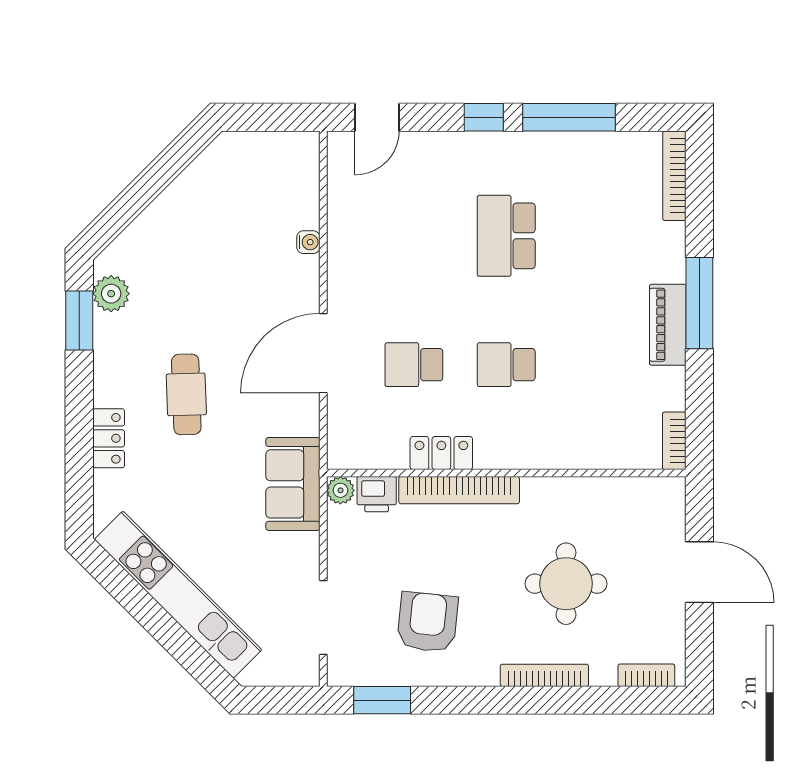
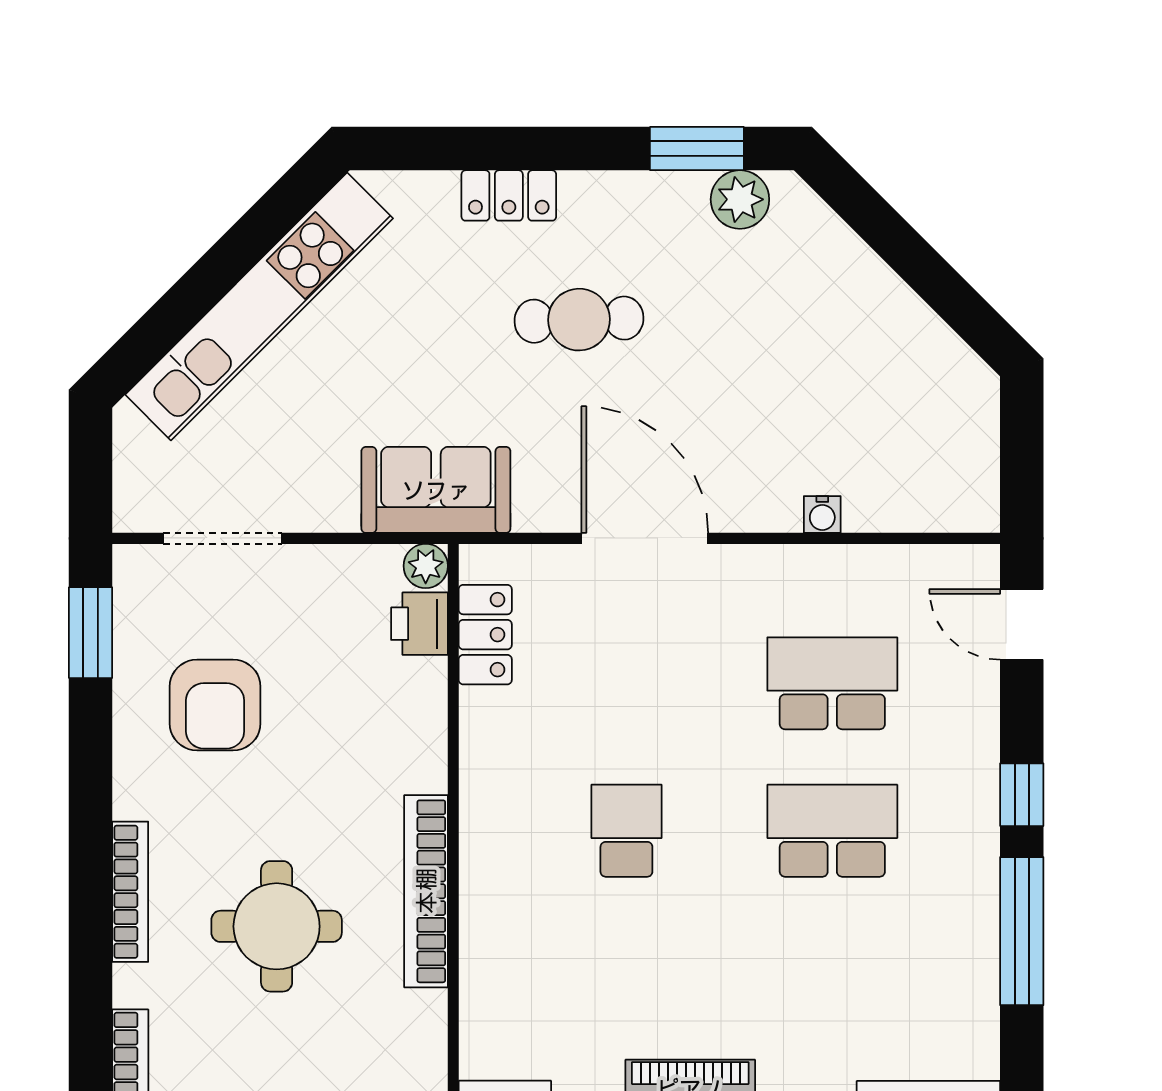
school desk: (414, 365) -> (832, 683), moved, width x1.85
locker: (441, 453) -> (485, 635), moved
bookcase: (459, 490) -> (426, 891), moved
armchair: (427, 622) -> (215, 705), turned 84

